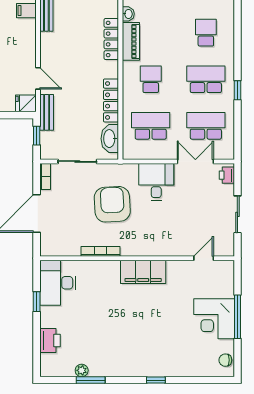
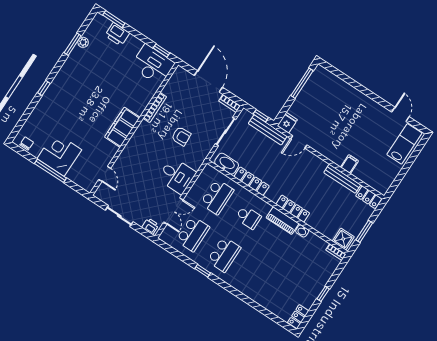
school desk: (206, 33) -> (255, 275), removed
bench: (47, 112) -> (268, 130), width x1.36
armchair: (112, 204) -> (181, 136), width x0.53, depth x0.53
window: (37, 302) -> (161, 50), moved
window: (37, 354) -> (114, 19), added

